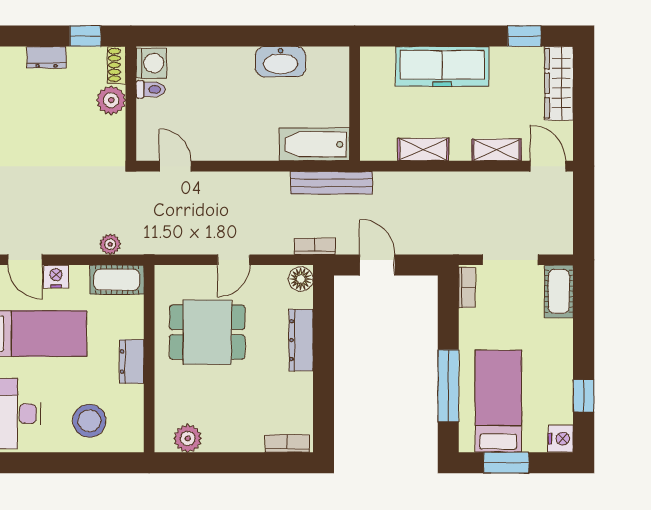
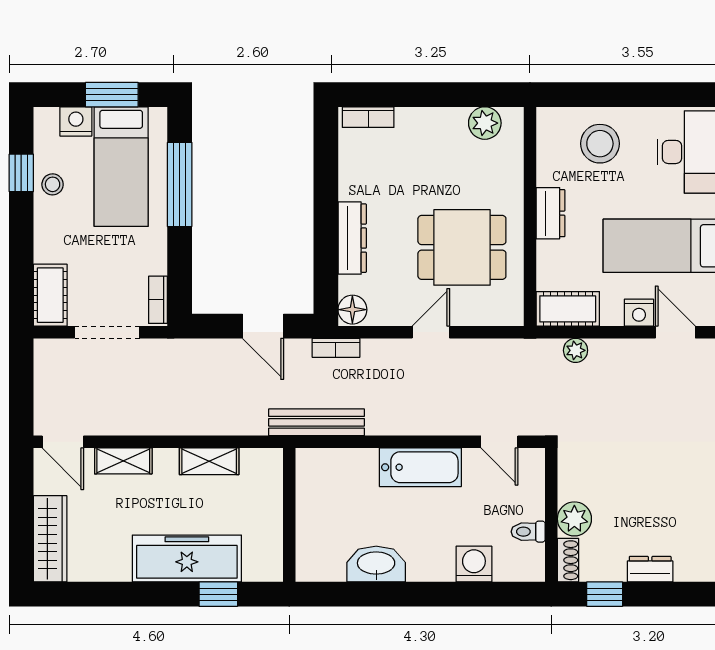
window: (524, 36) -> (218, 594), moved
washing machine: (151, 63) -> (474, 564), moved, turned 90
bathtub: (314, 144) -> (420, 467), moved
stool: (557, 386) -> (53, 184), added
nightstand: (561, 439) -> (76, 121), moved, turned 90

